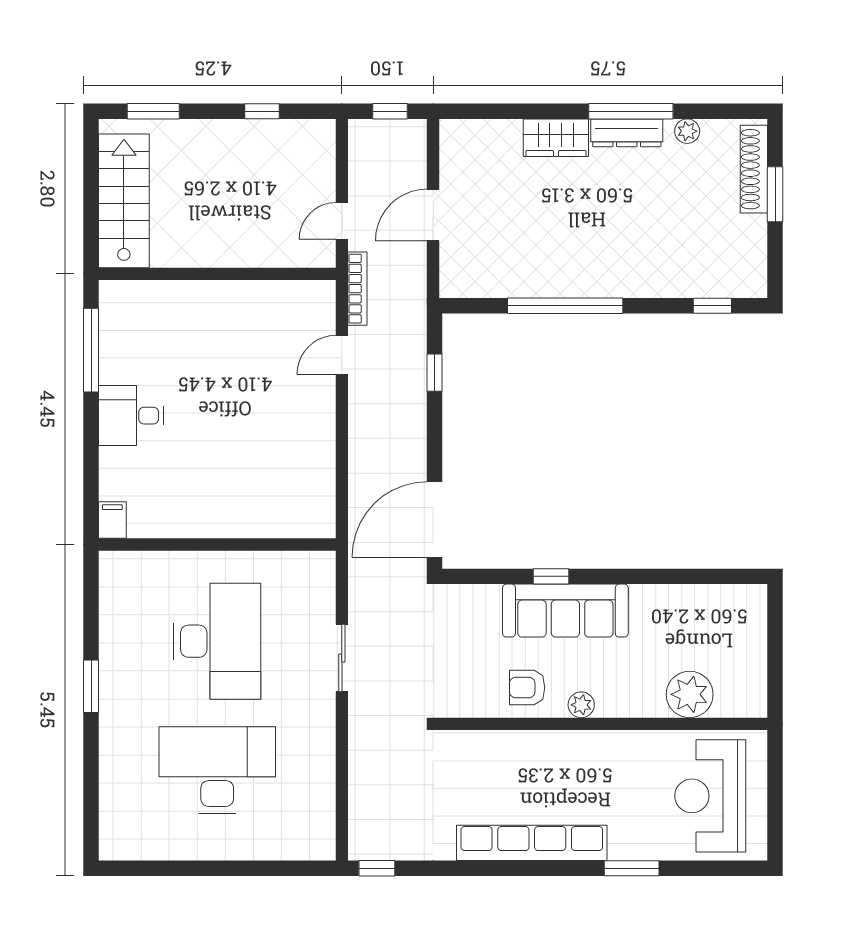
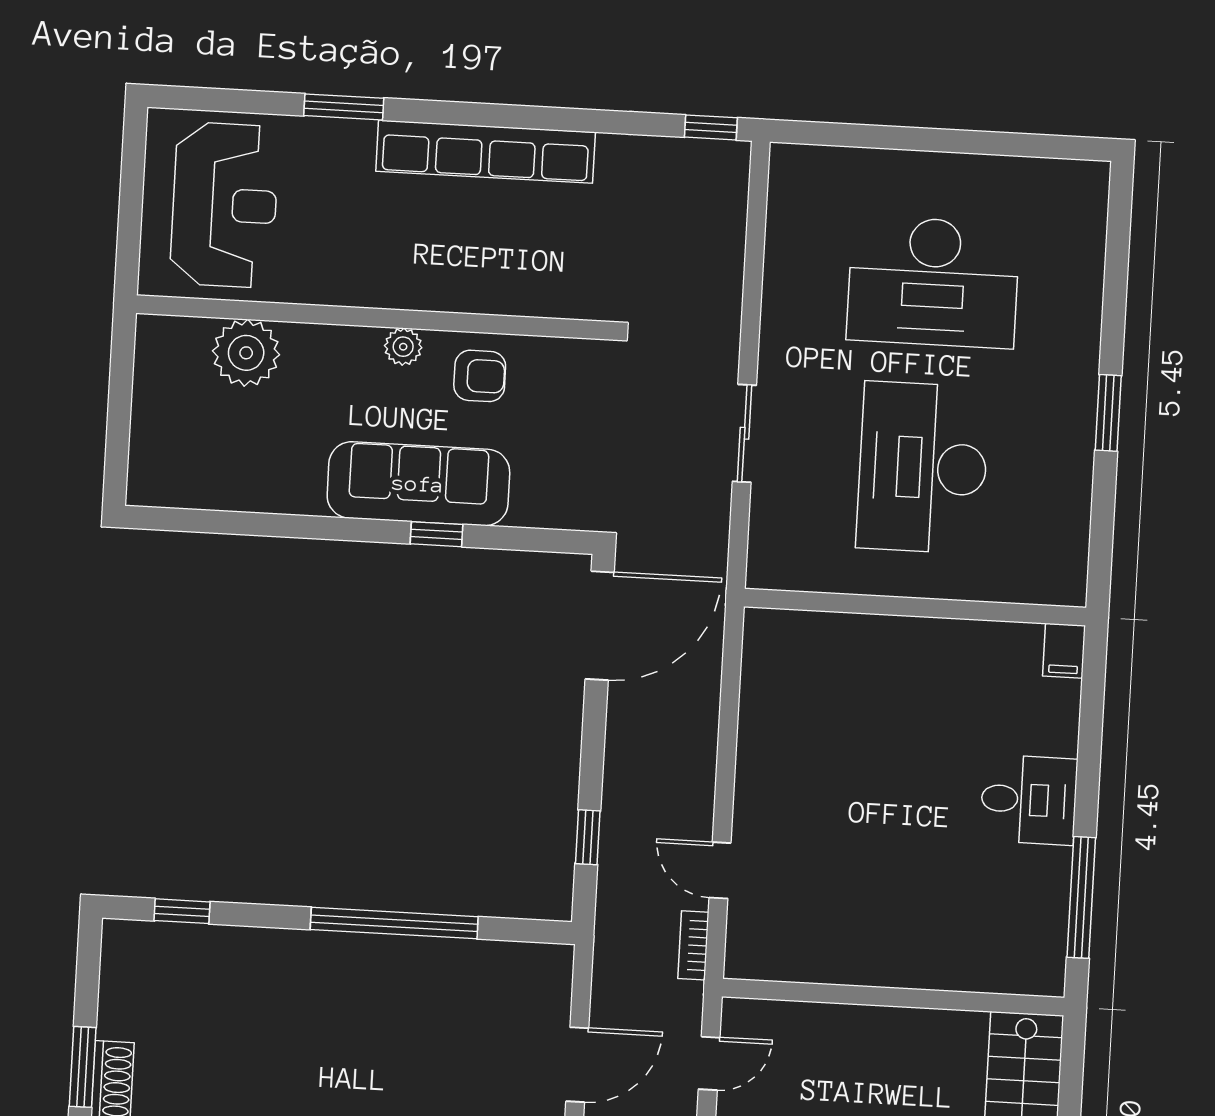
bookcase: (357, 289) -> (693, 945), width x0.64
door: (342, 355) -> (720, 870), swing flipped

